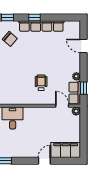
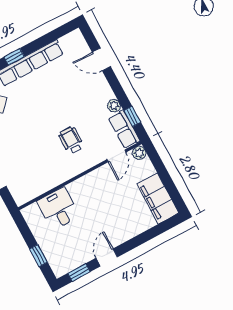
door: (62, 106) -> (116, 156), swing flipped
filing cabinet: (66, 150) -> (158, 199), moved, turned -90
door: (44, 161) -> (107, 257), moved

